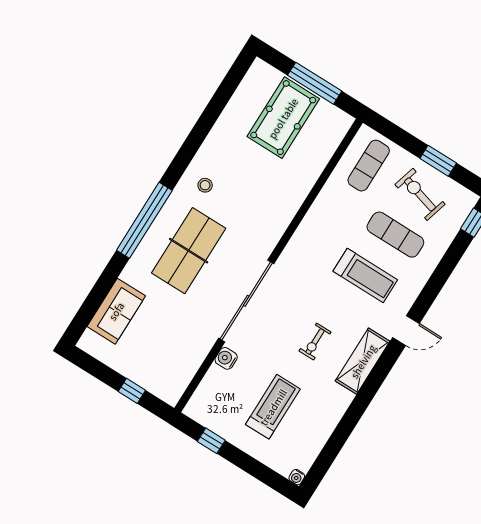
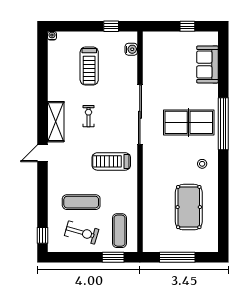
pool table: (283, 118) -> (189, 207), moved
window: (438, 161) -> (113, 257), moved
table tennis table: (189, 251) -> (189, 122), turned 90
treadmill: (365, 275) -> (111, 161), moved
water cooler: (226, 358) -> (131, 49), moved
window: (132, 391) -> (187, 26), moved

